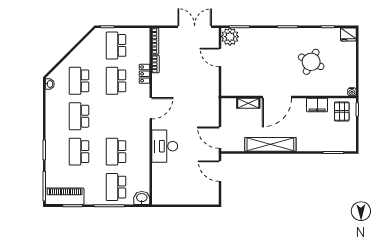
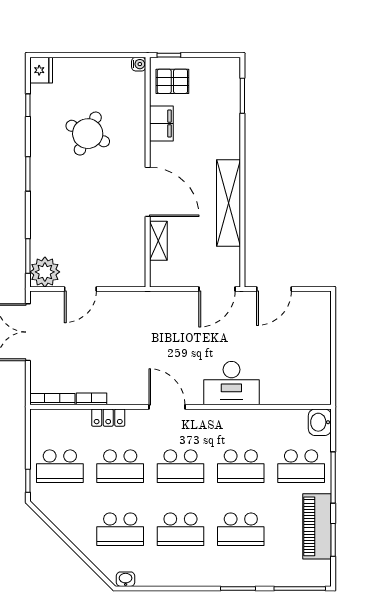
school desk: (116, 116) -> (180, 466), added
piano: (65, 196) -> (317, 526), moved

